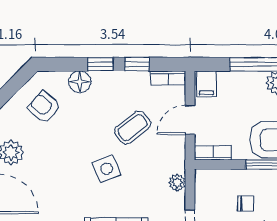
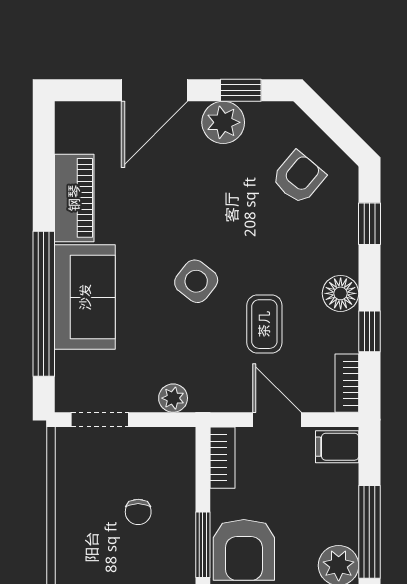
window: (100, 64) -> (369, 224), moved
floor lamp: (80, 82) -> (341, 293), moved
coffee table: (132, 128) -> (264, 324), turned 37
side table: (107, 169) -> (196, 281), turned -30

